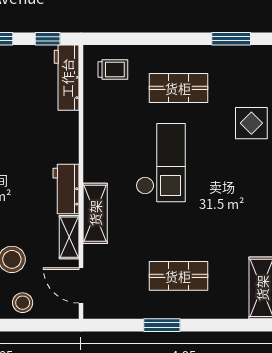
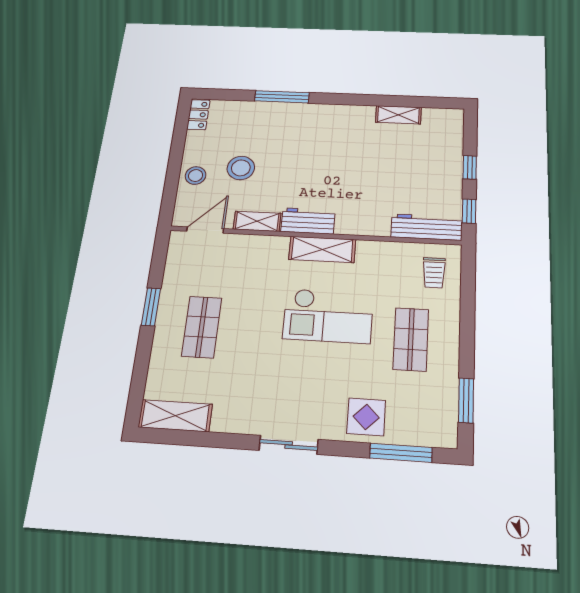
shelving: (95, 213) -> (322, 249), moved

